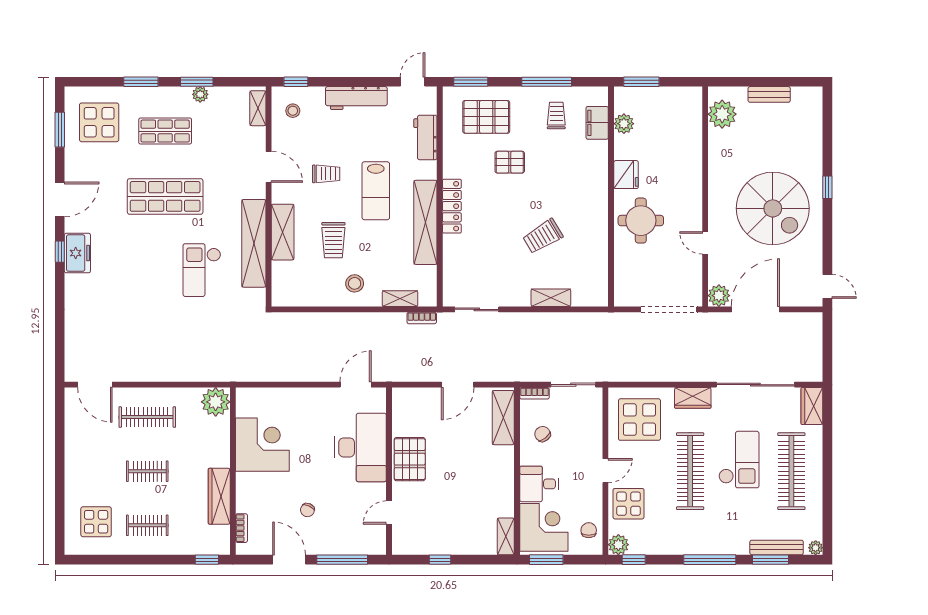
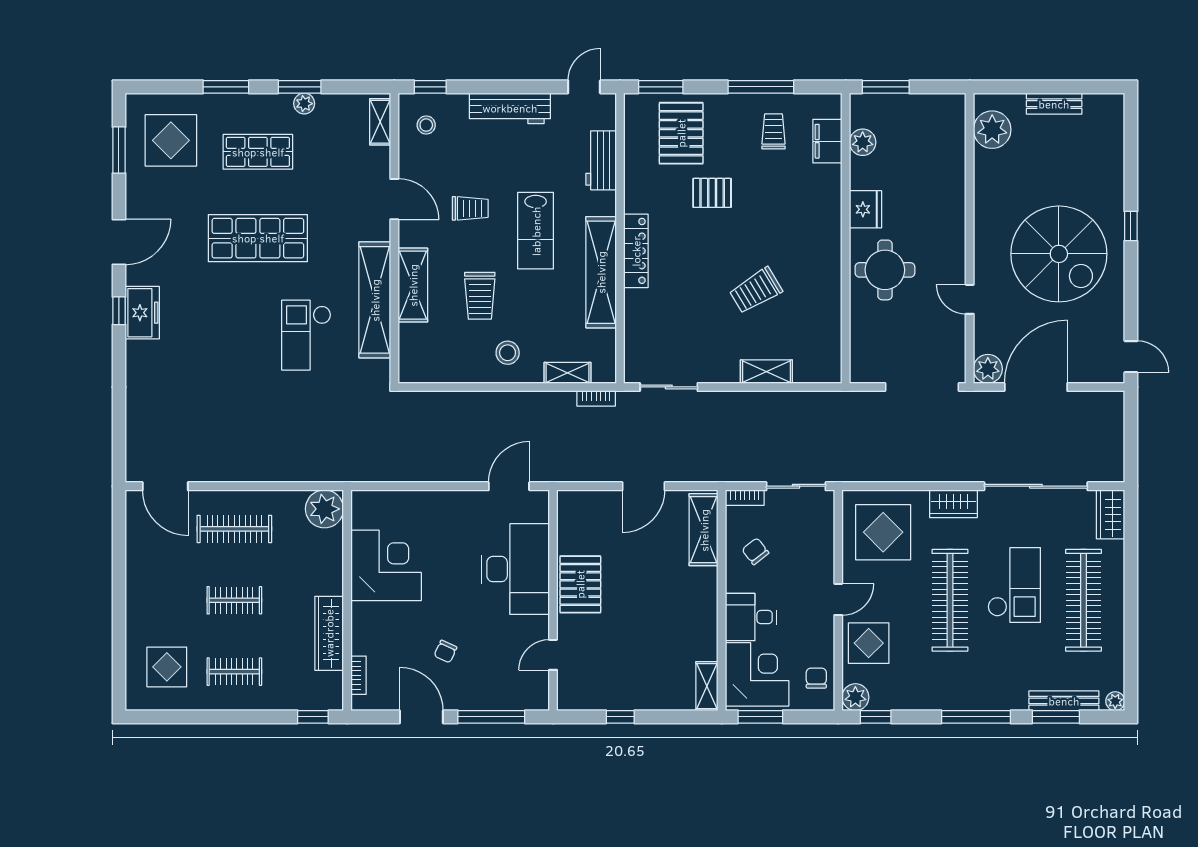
pallet: (486, 117) -> (681, 133), turned 90

